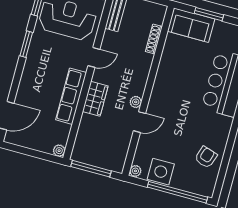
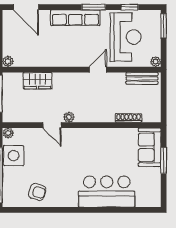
door: (94, 57) -> (98, 70), swing flipped
row of seats: (71, 96) -> (75, 18), moved, turned 180
wardrobe: (95, 99) -> (37, 81), moved

